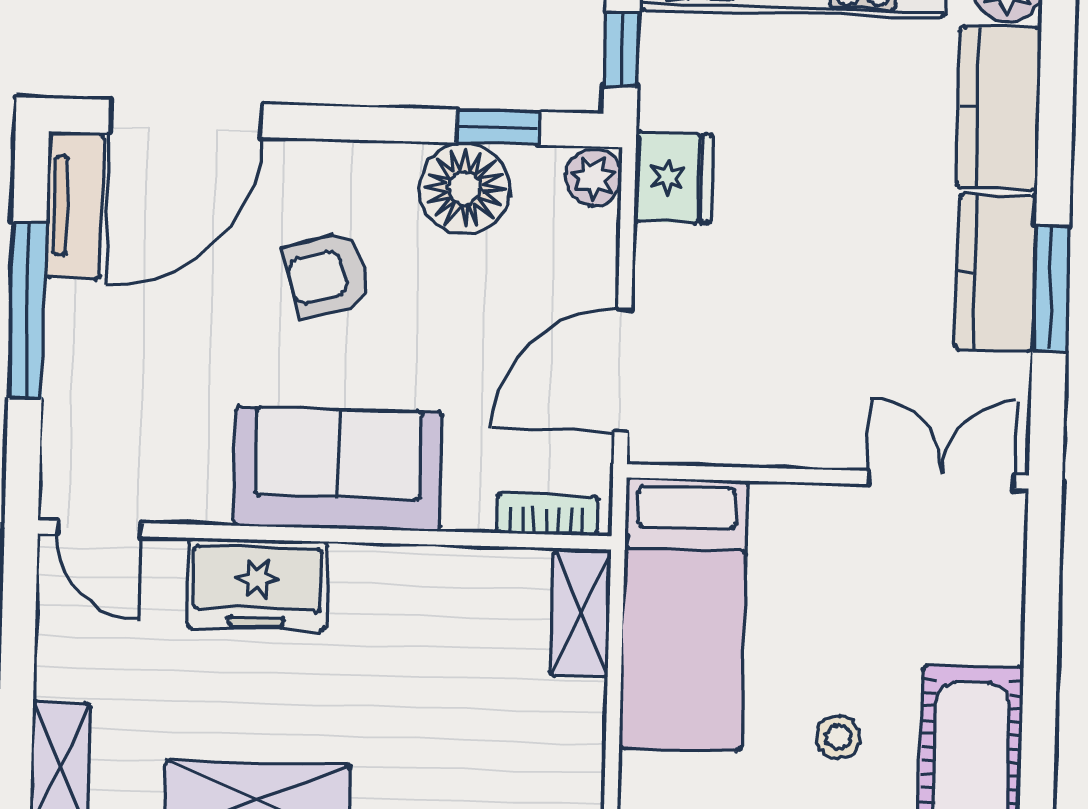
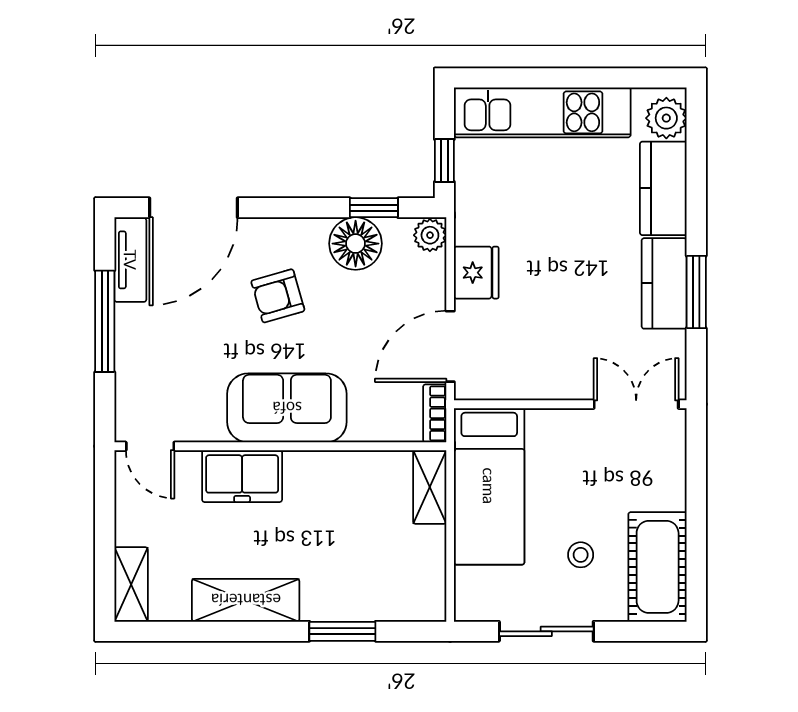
fridge: (674, 178) -> (476, 273), moved
bookcase: (547, 514) -> (435, 413), moved, turned -90

